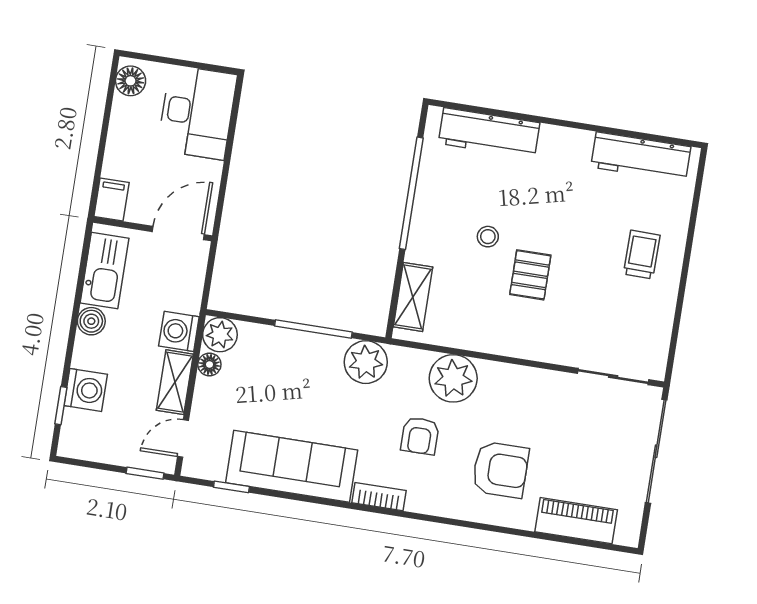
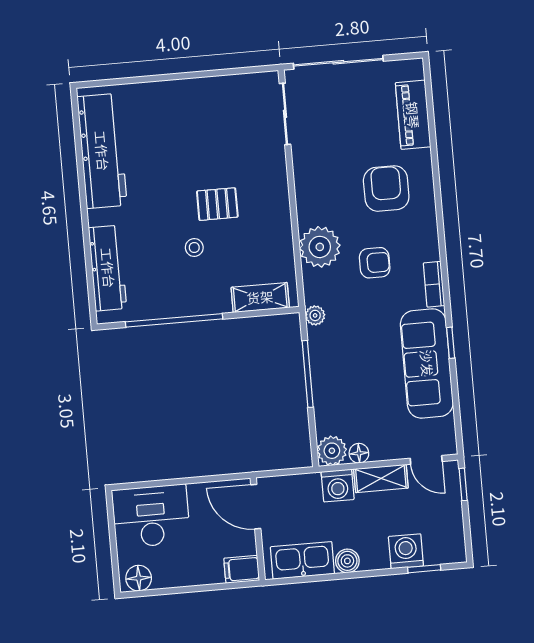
workbench: (641, 157) -> (102, 151), width x1.36, depth x1.32
trolley: (642, 255) -> (177, 115), removed
plant: (366, 362) -> (315, 315), width x0.53, depth x0.53
window: (231, 487) -> (451, 343), moved

